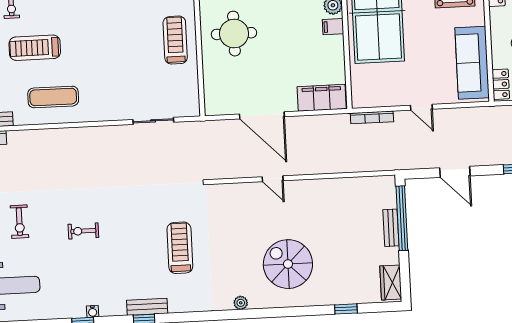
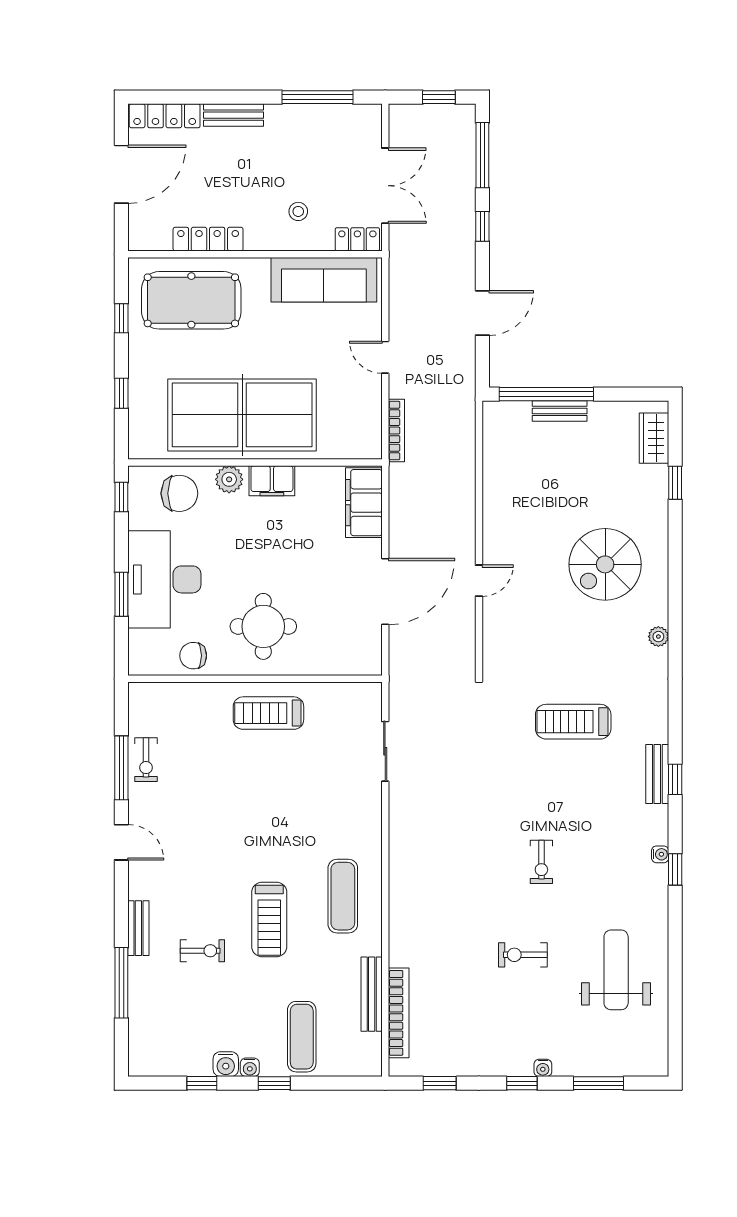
filing cabinet: (333, 27) -> (272, 481), width x2.00
door: (421, 107) -> (385, 357), swing flipped
exercise bike: (19, 222) -> (523, 955), turned 180
wardrobe: (391, 283) -> (654, 438), moved, turned 90

